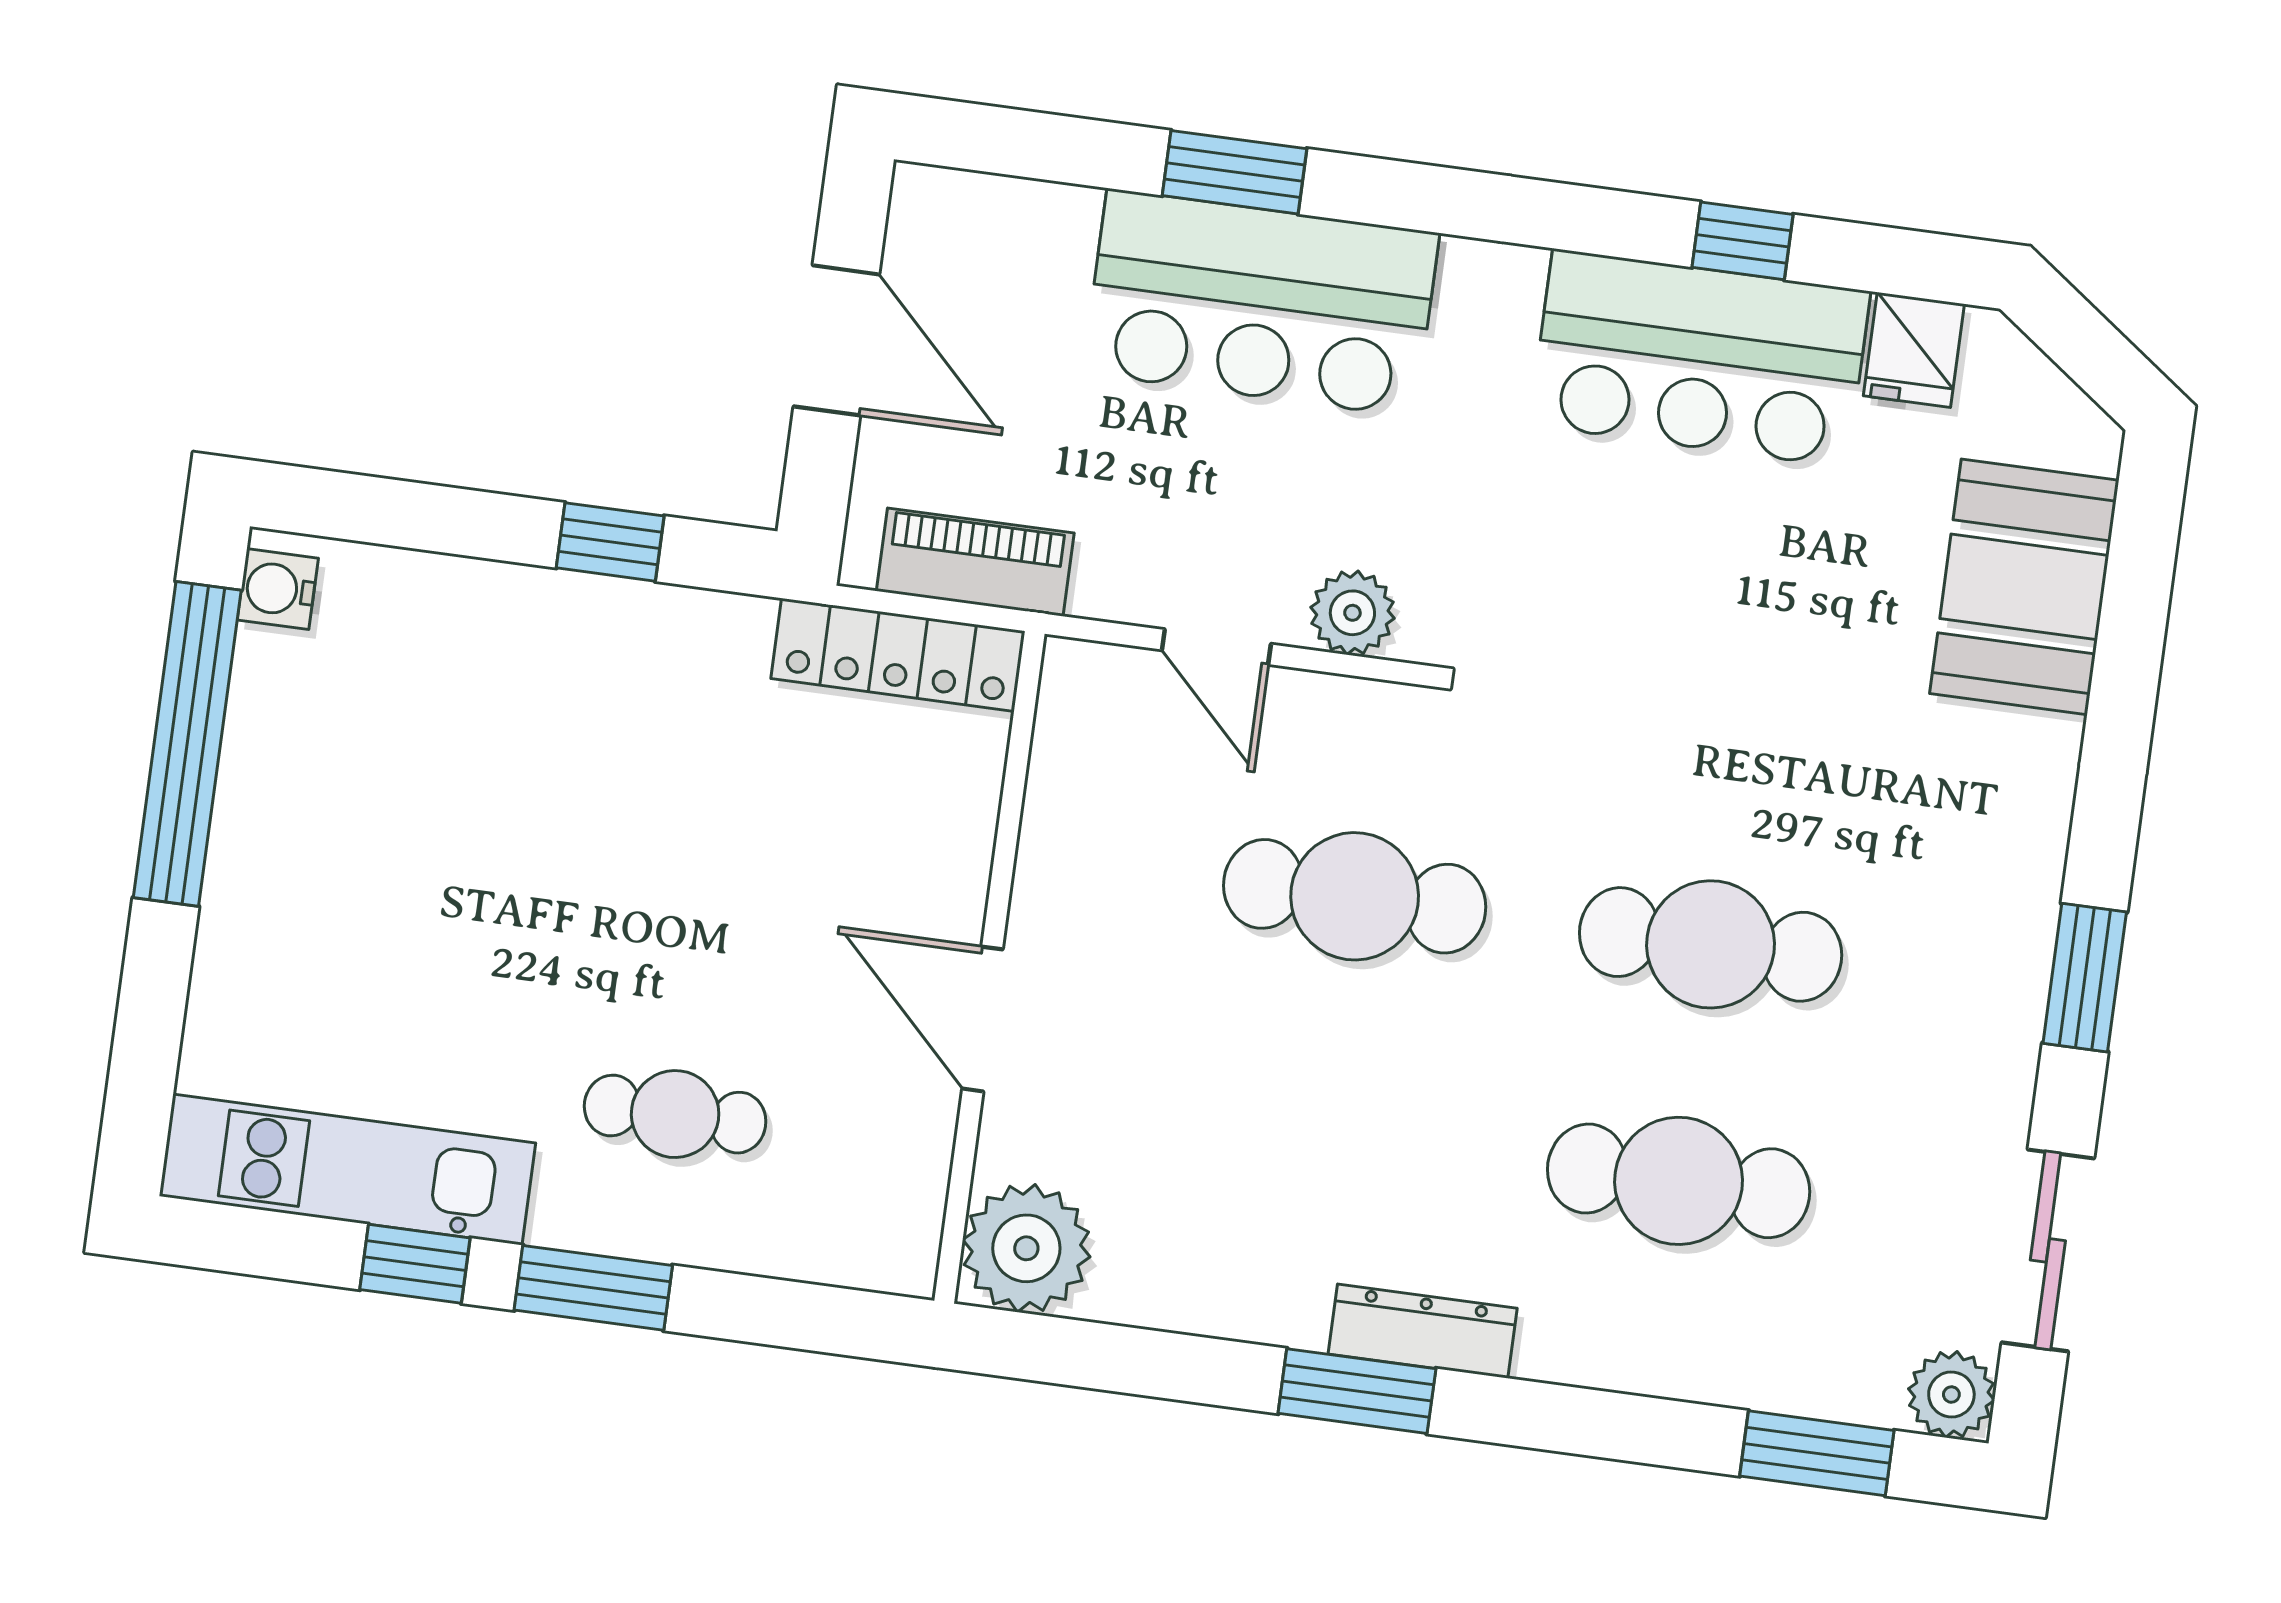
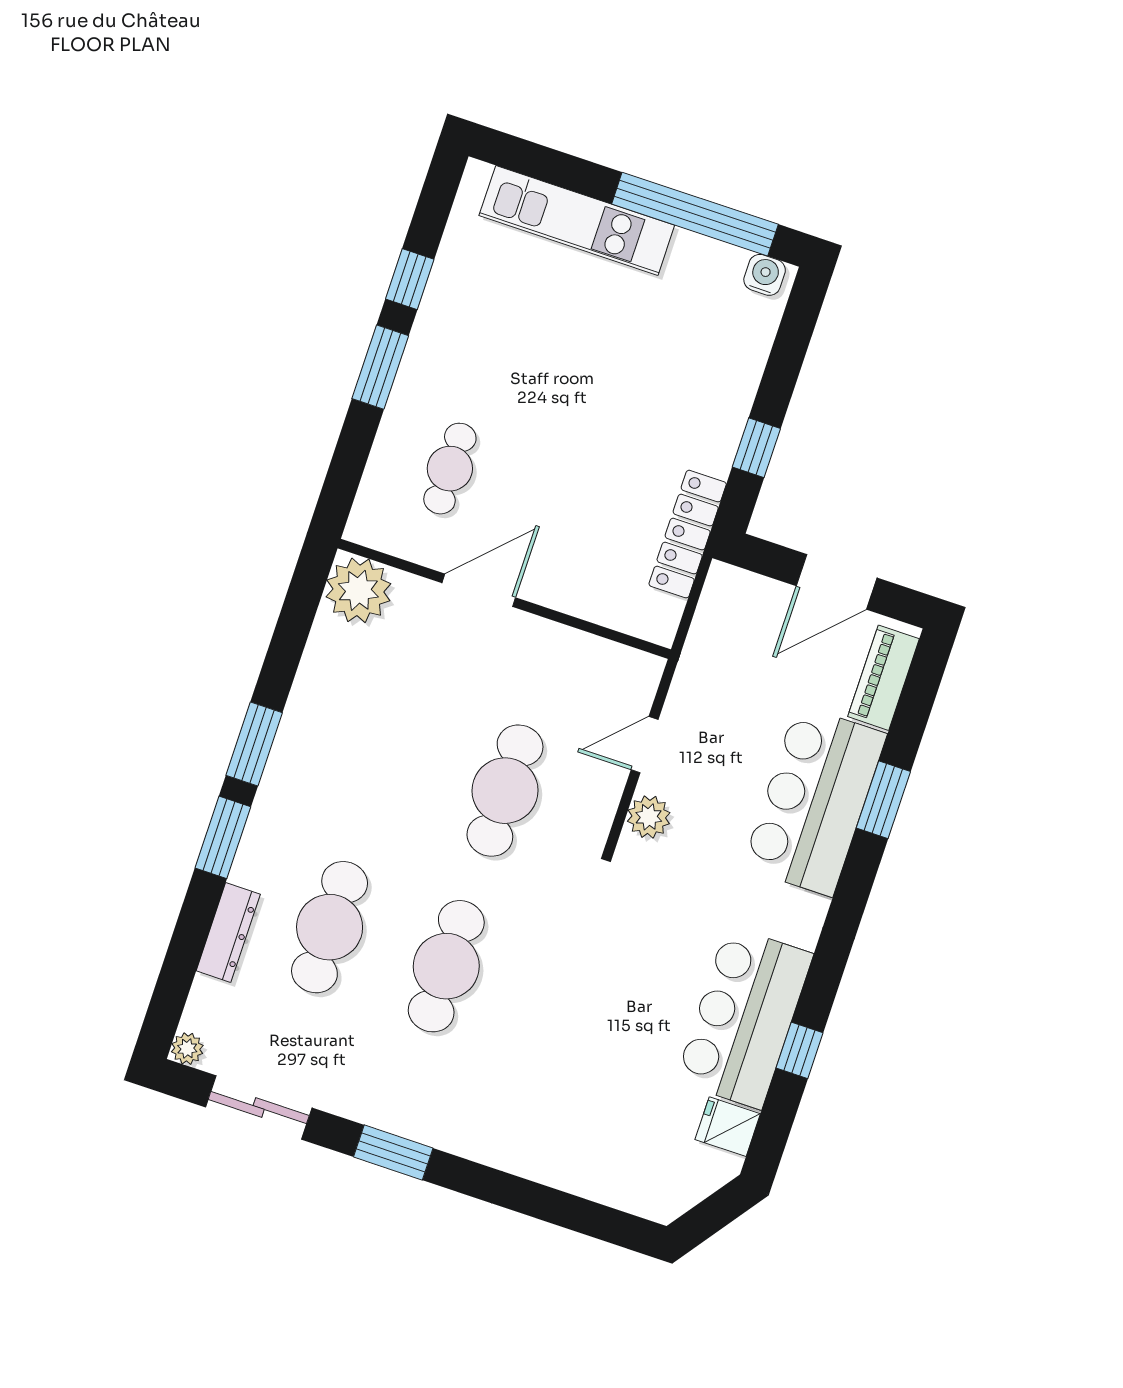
piano: (975, 562) -> (883, 678), moved, turned 180
booth: (2024, 587) -> (597, 1160), removed
locker: (898, 655) -> (688, 534), moved
cafe table: (675, 1114) -> (450, 469), moved
kitchen unit: (347, 1170) -> (577, 220), moved, turned 90
dresser: (1423, 1331) -> (228, 933), moved
plant: (1951, 1395) -> (187, 1049), width x0.73, depth x0.73
window: (1817, 1453) -> (223, 837), moved

